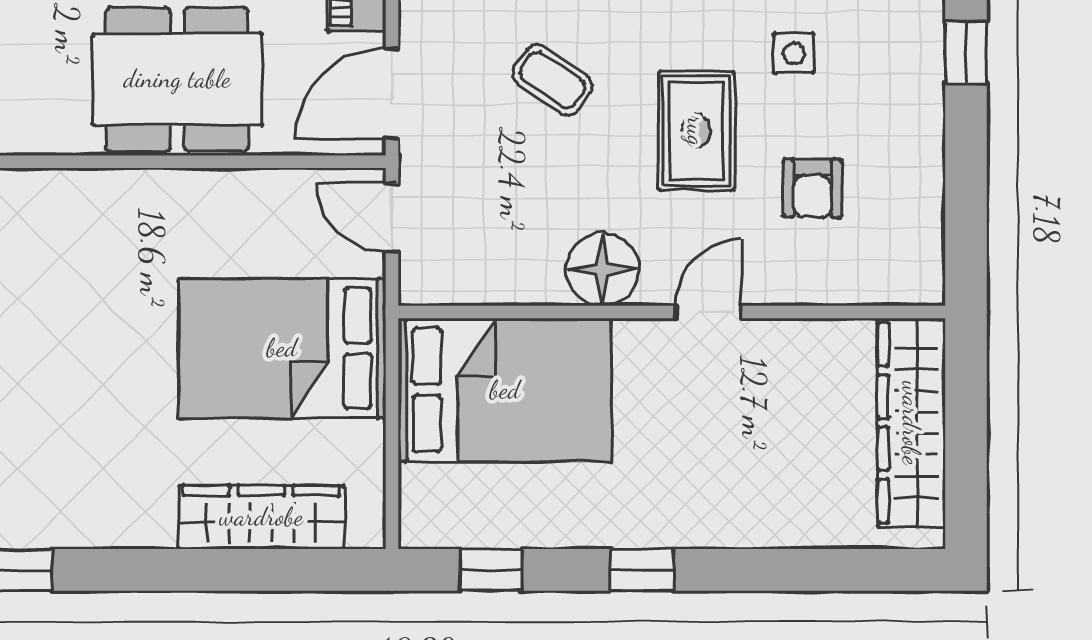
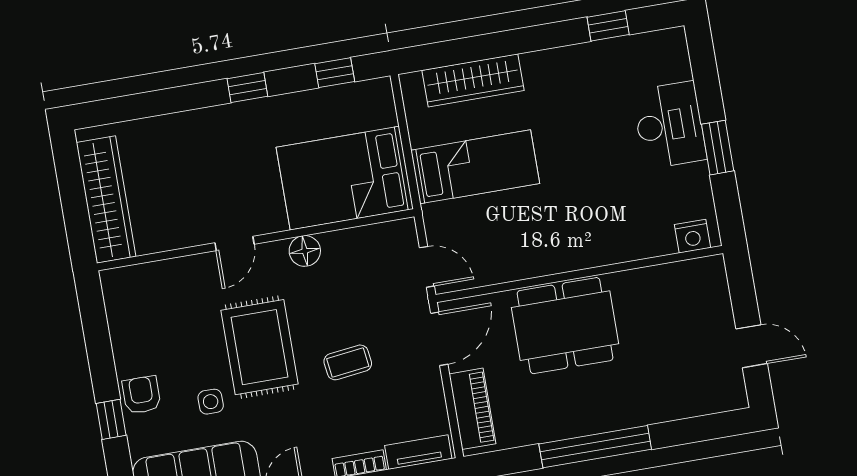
coffee table: (552, 80) -> (348, 362), turned -41
rug: (696, 131) -> (259, 347), width x1.36, depth x1.43
armchair: (812, 188) -> (141, 395), moved
floor lamp: (602, 269) -> (305, 251), width x0.73, depth x0.73
bed: (282, 348) -> (475, 167), width x0.67

